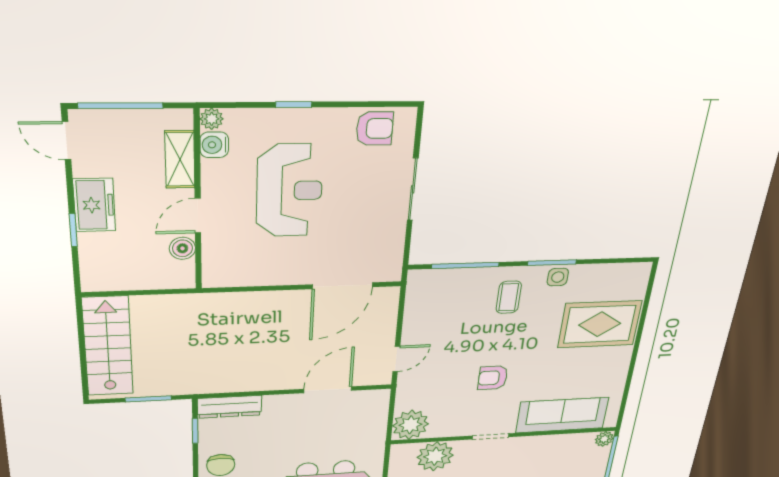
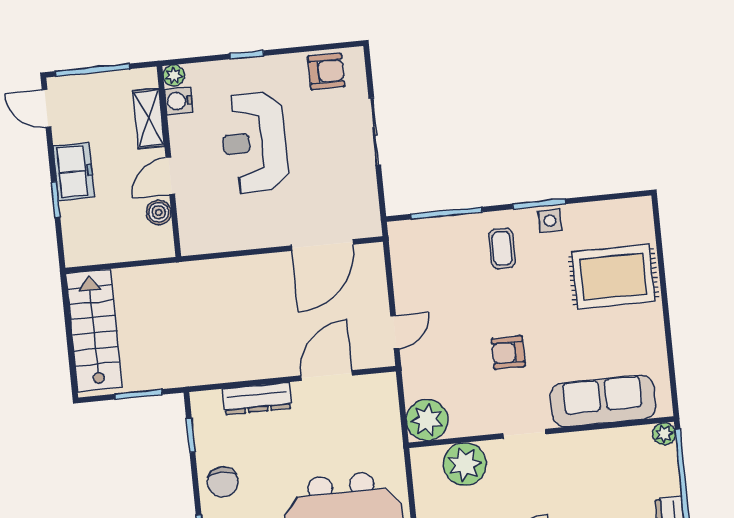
reception desk: (289, 191) -> (254, 142), turned 180
dresser: (230, 407) -> (257, 399), moved

